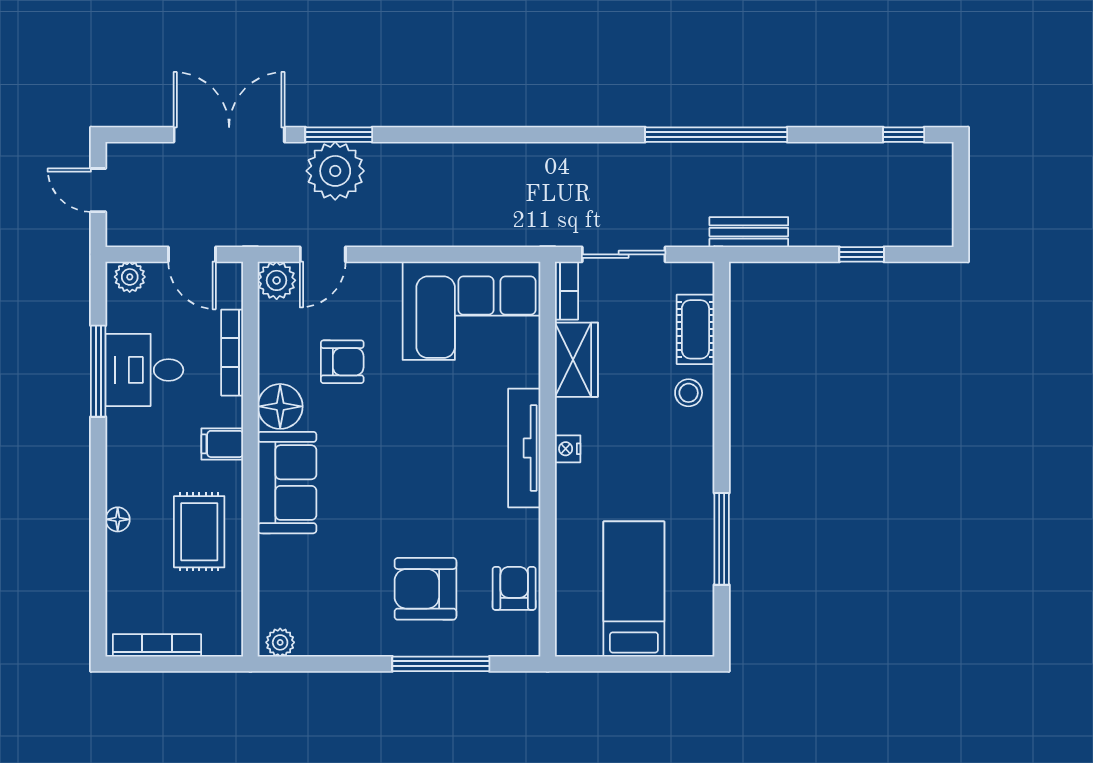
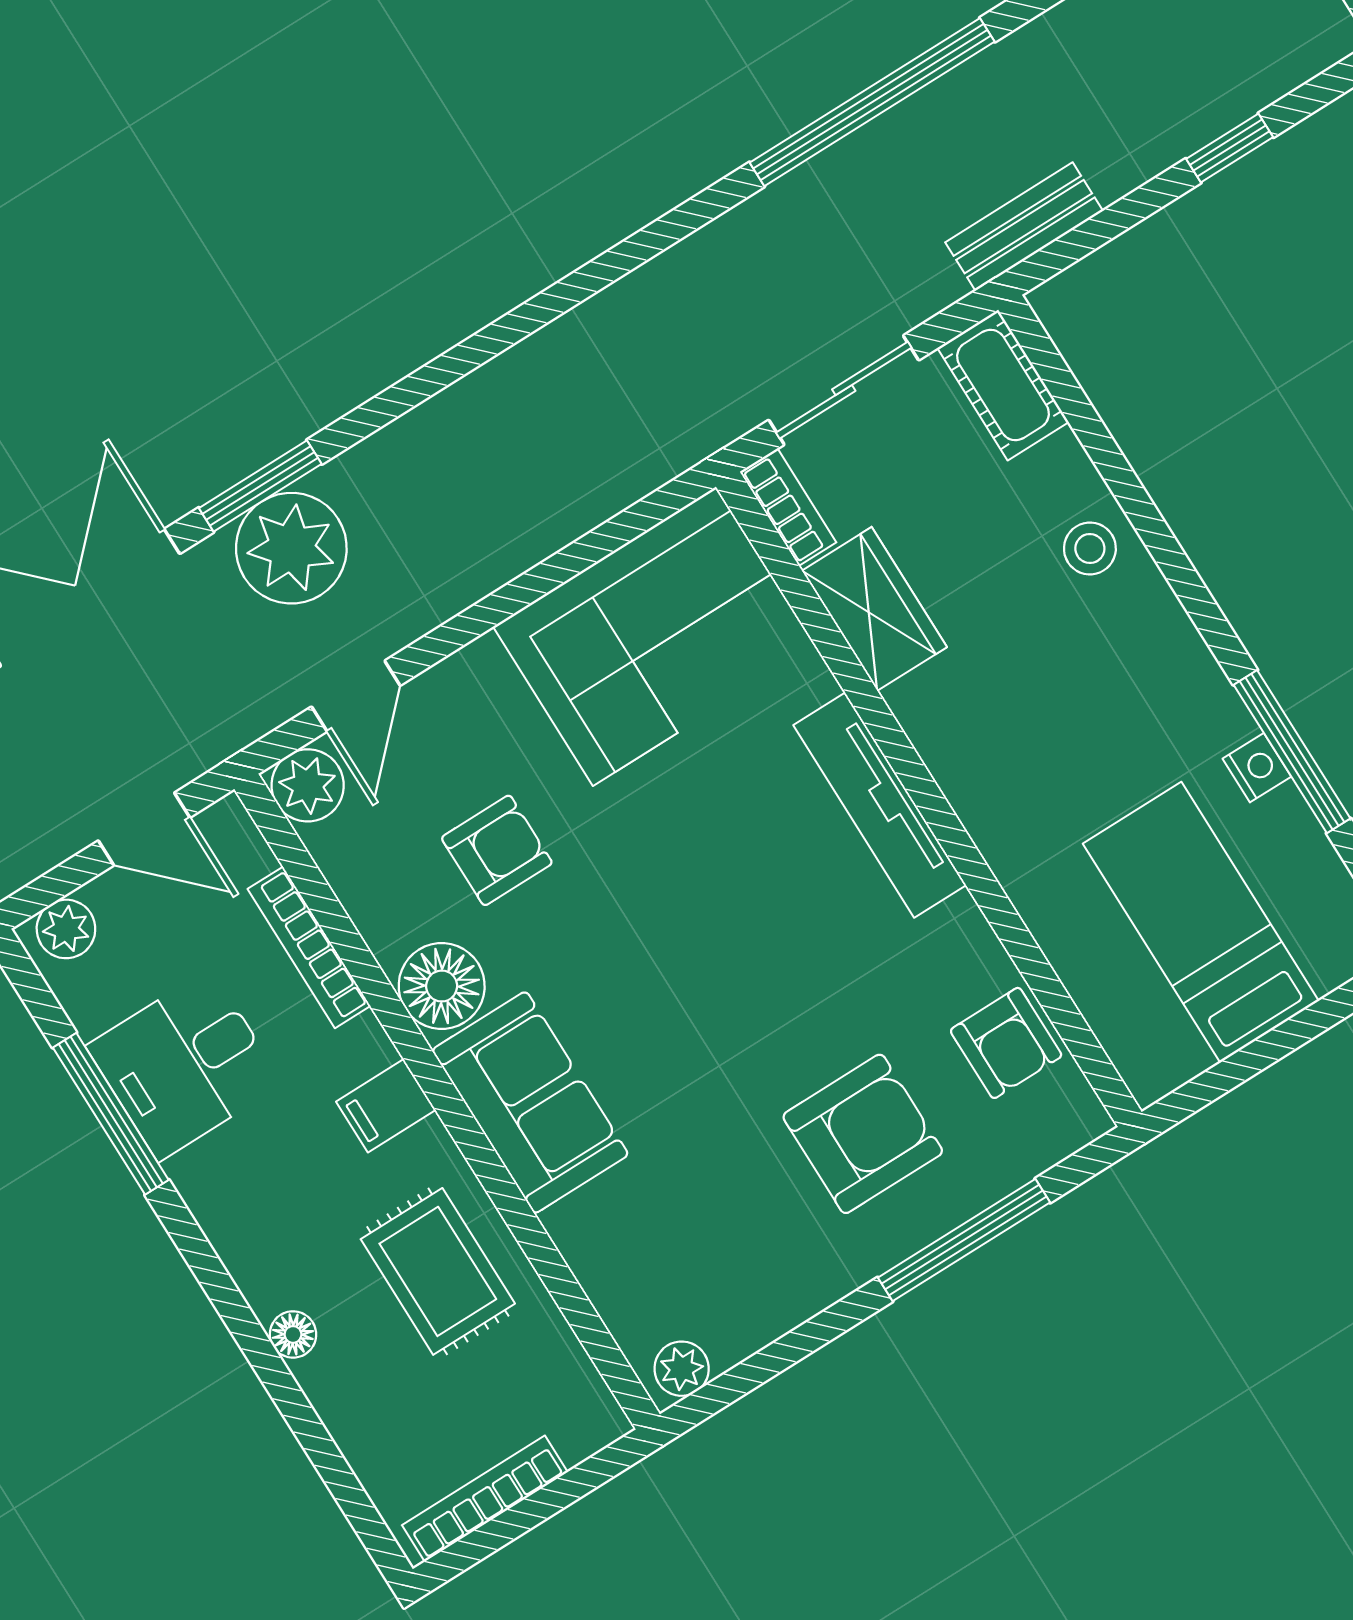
cot: (695, 329) -> (1003, 385), moved
nightstand: (568, 449) -> (1257, 768), moved, turned 180
armchair: (514, 588) -> (1006, 1043), turned 180
armchair: (425, 589) -> (863, 1134), turned 180

